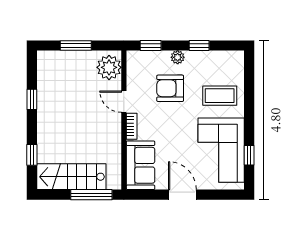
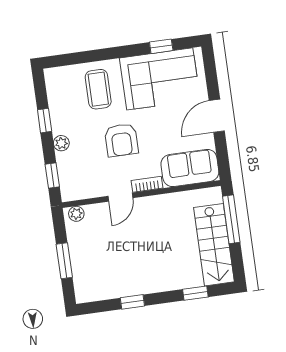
plant: (109, 67) -> (76, 214), width x0.53, depth x0.53
armchair: (170, 88) -> (121, 140), moved

